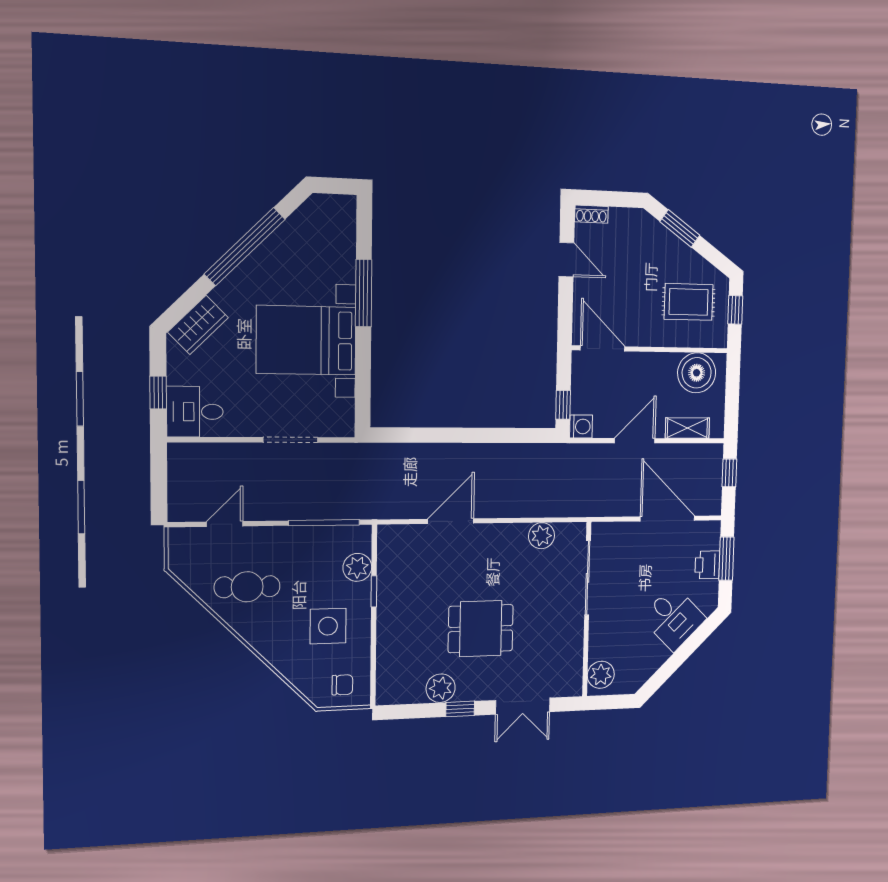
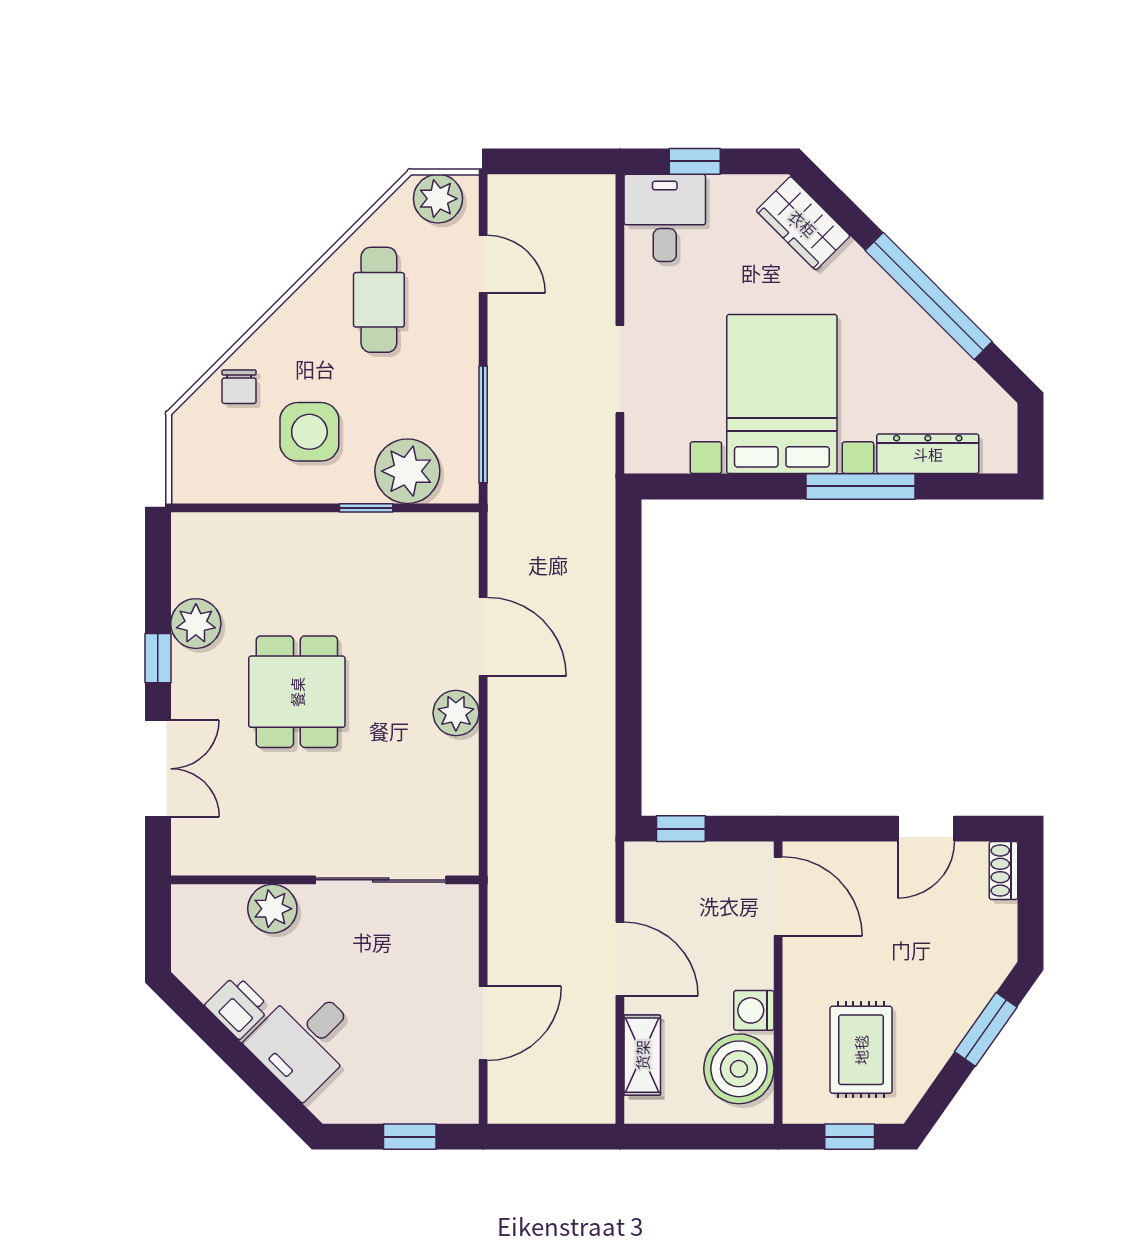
dresser: (344, 251) -> (928, 454), added
door: (603, 348) -> (778, 896), hinge flipped
washing machine: (581, 426) -> (754, 1010), moved, turned 90
window: (729, 473) -> (563, 1137), removed
door: (667, 519) -> (483, 1023), width x0.73
plant: (541, 536) -> (456, 713), moved
plant: (183, 552) -> (438, 199), added
window: (726, 559) -> (410, 1137), width x0.67
printer: (707, 565) -> (238, 1007), moved, turned 45
plant: (357, 567) -> (407, 471), width x1.36, depth x1.36
plant: (601, 675) -> (272, 909), moved
chair: (342, 685) -> (239, 387), moved
double door: (523, 706) -> (158, 769), swing flipped

